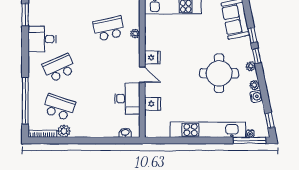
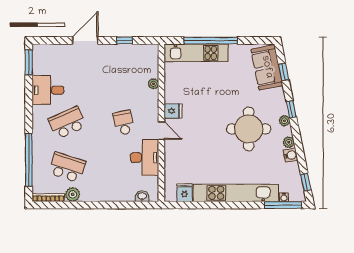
school desk: (109, 29) -> (124, 123), moved, width x0.54
window: (252, 35) -> (284, 72), moved
fridge: (153, 104) -> (185, 193), moved, turned -90

